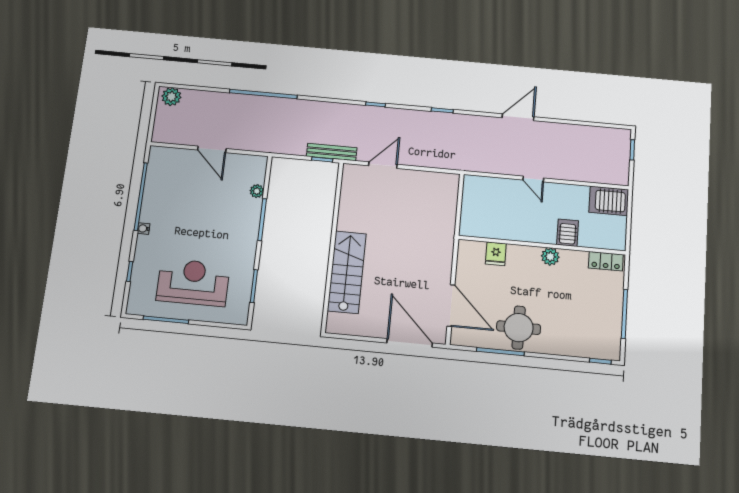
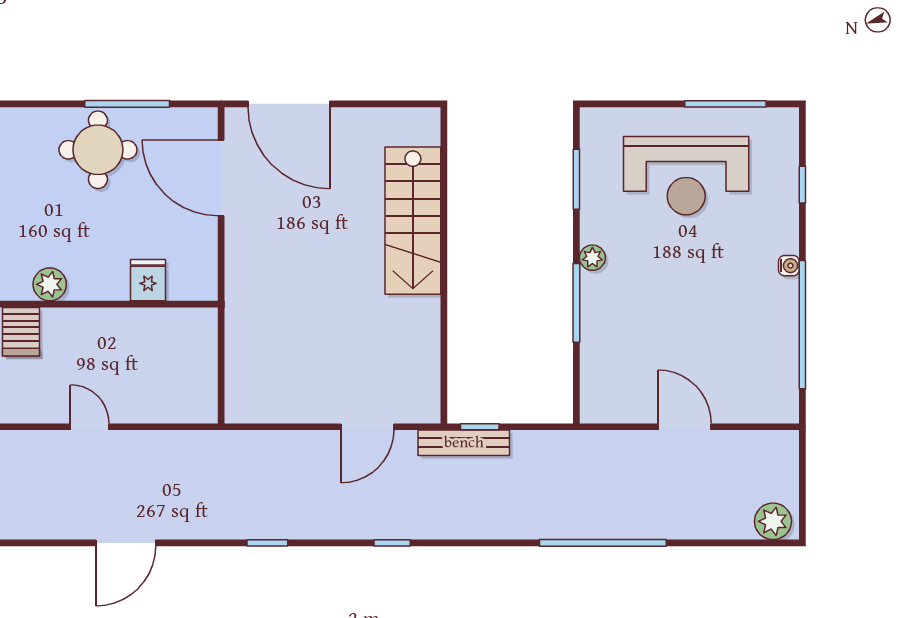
plant: (257, 191) -> (592, 258), moved

